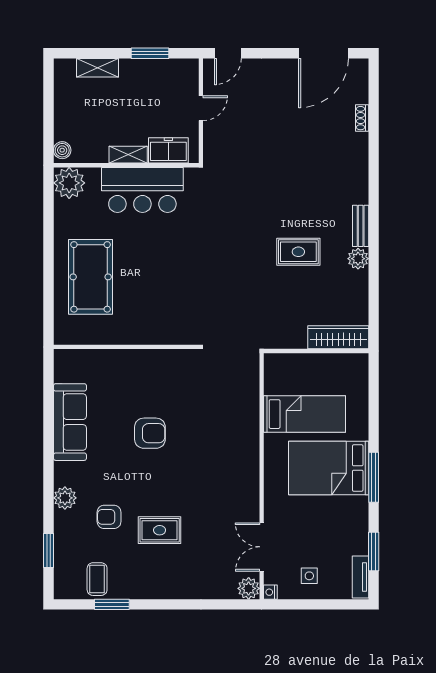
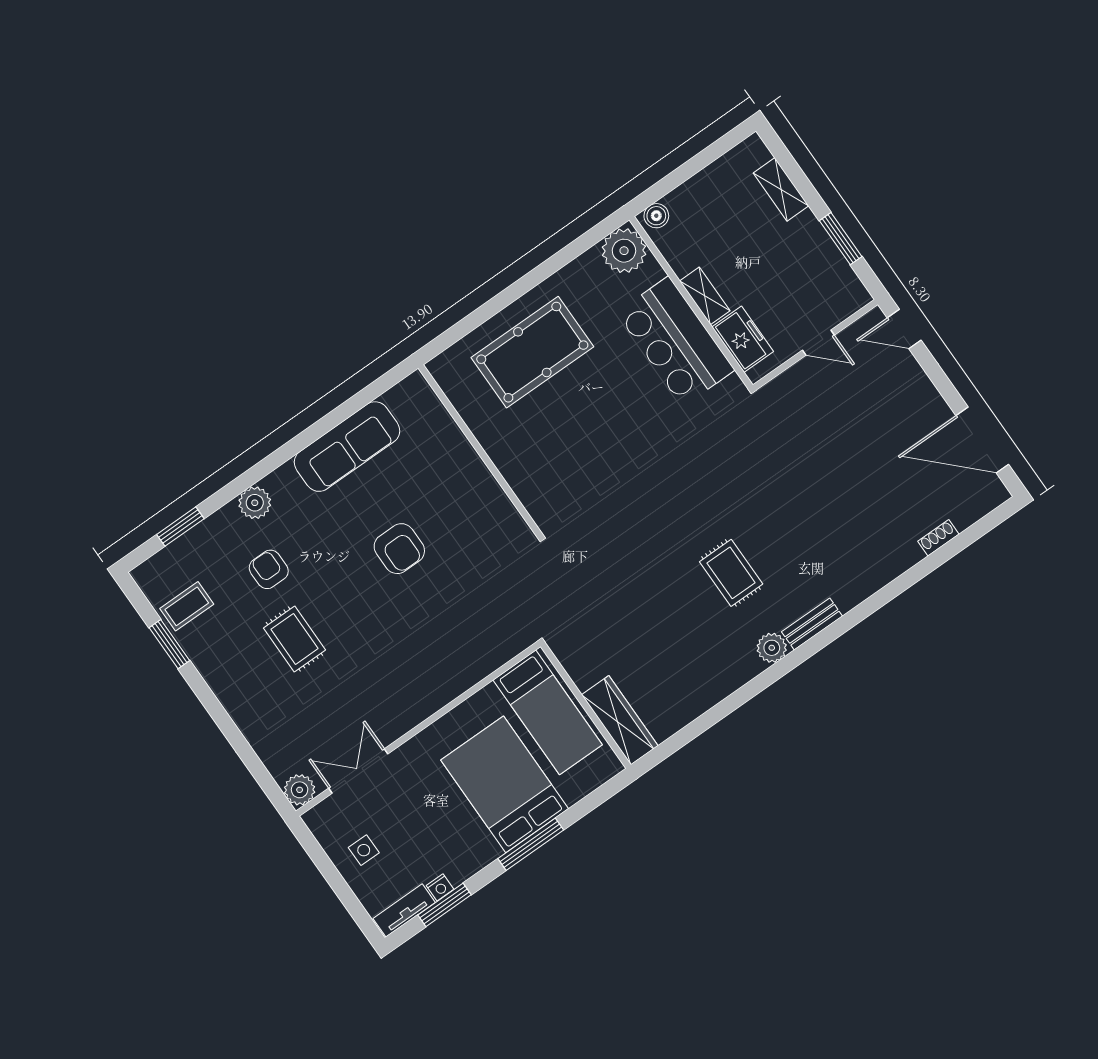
wardrobe: (338, 337) -> (620, 720), moved
wall: (316, 351) -> (586, 706), moved
nightstand: (270, 592) -> (440, 887), moved, turned 180

